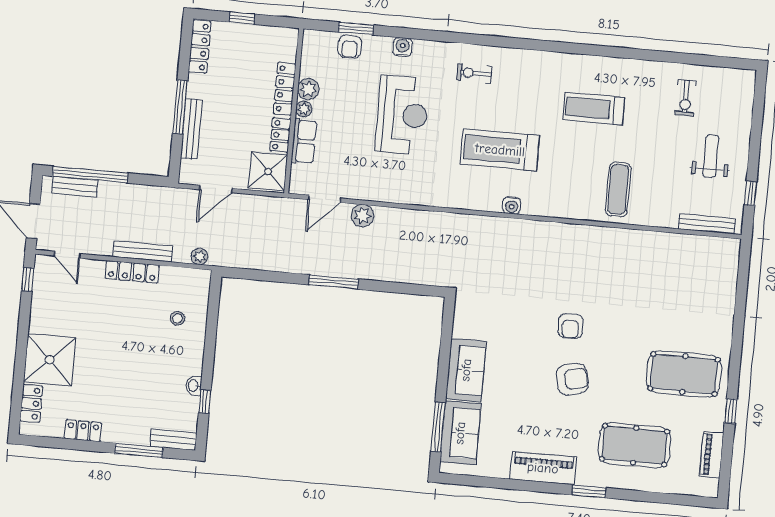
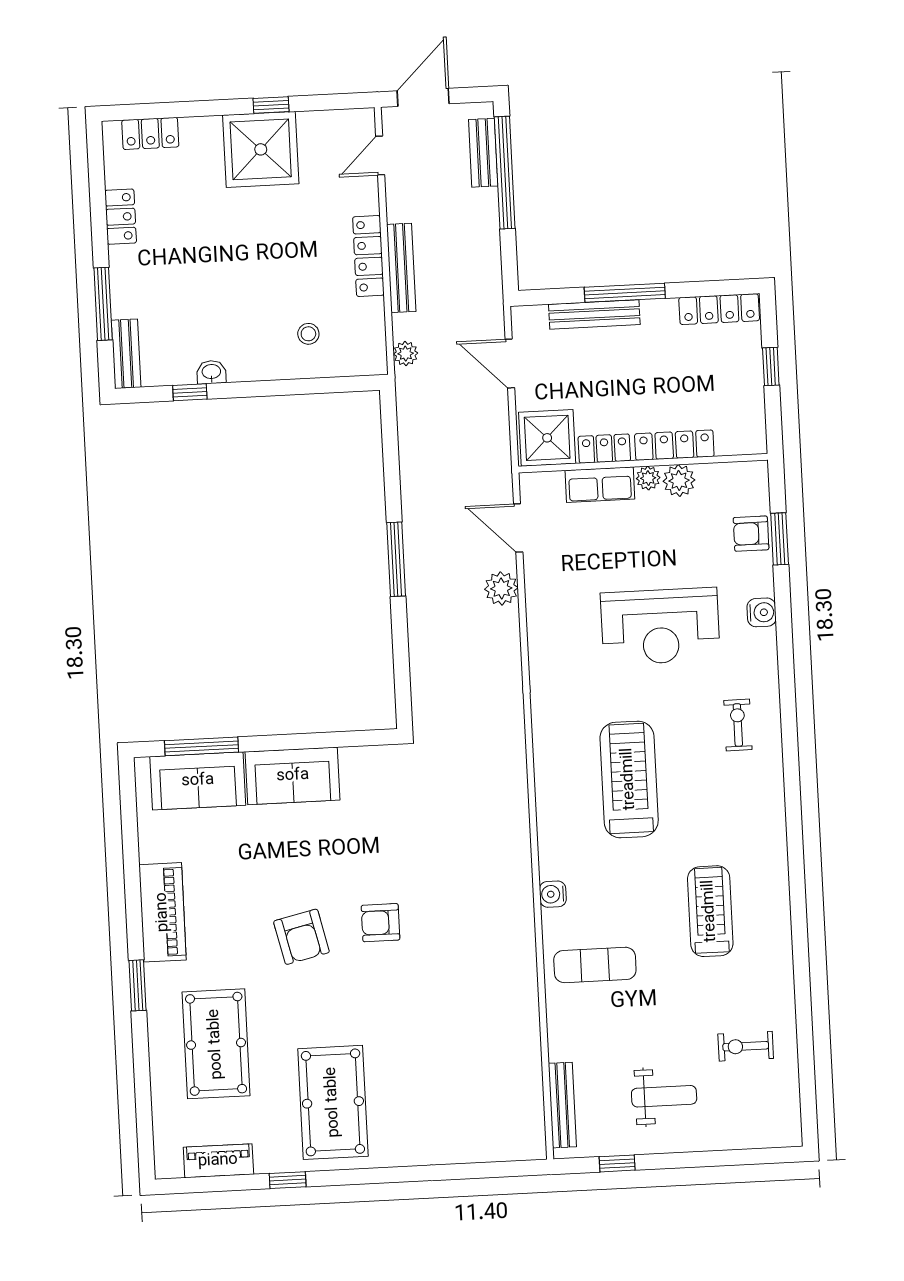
water cooler: (512, 205) -> (553, 894), moved
window: (28, 279) -> (271, 105), moved
shower: (50, 360) -> (261, 149), moved

